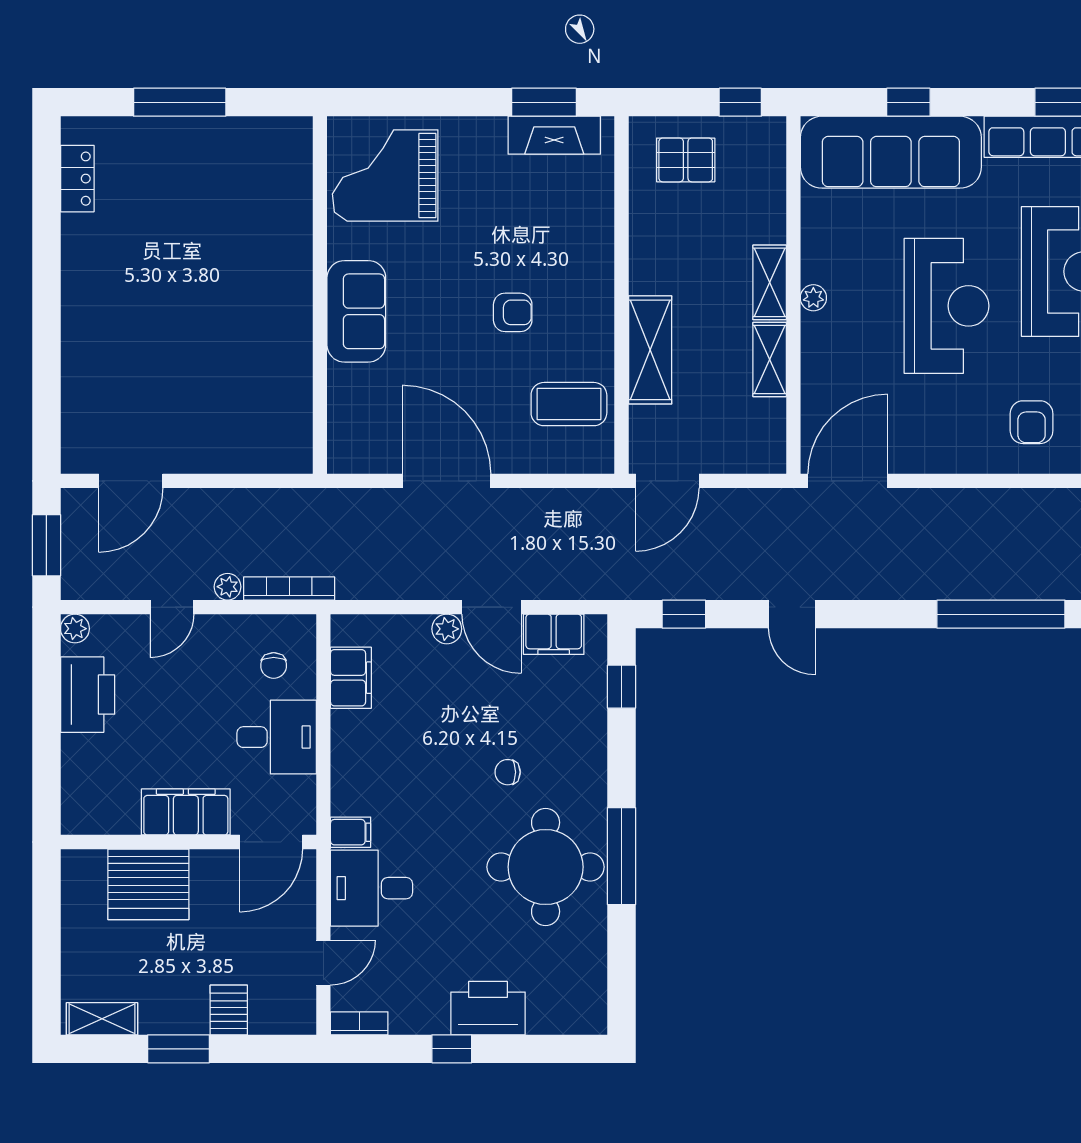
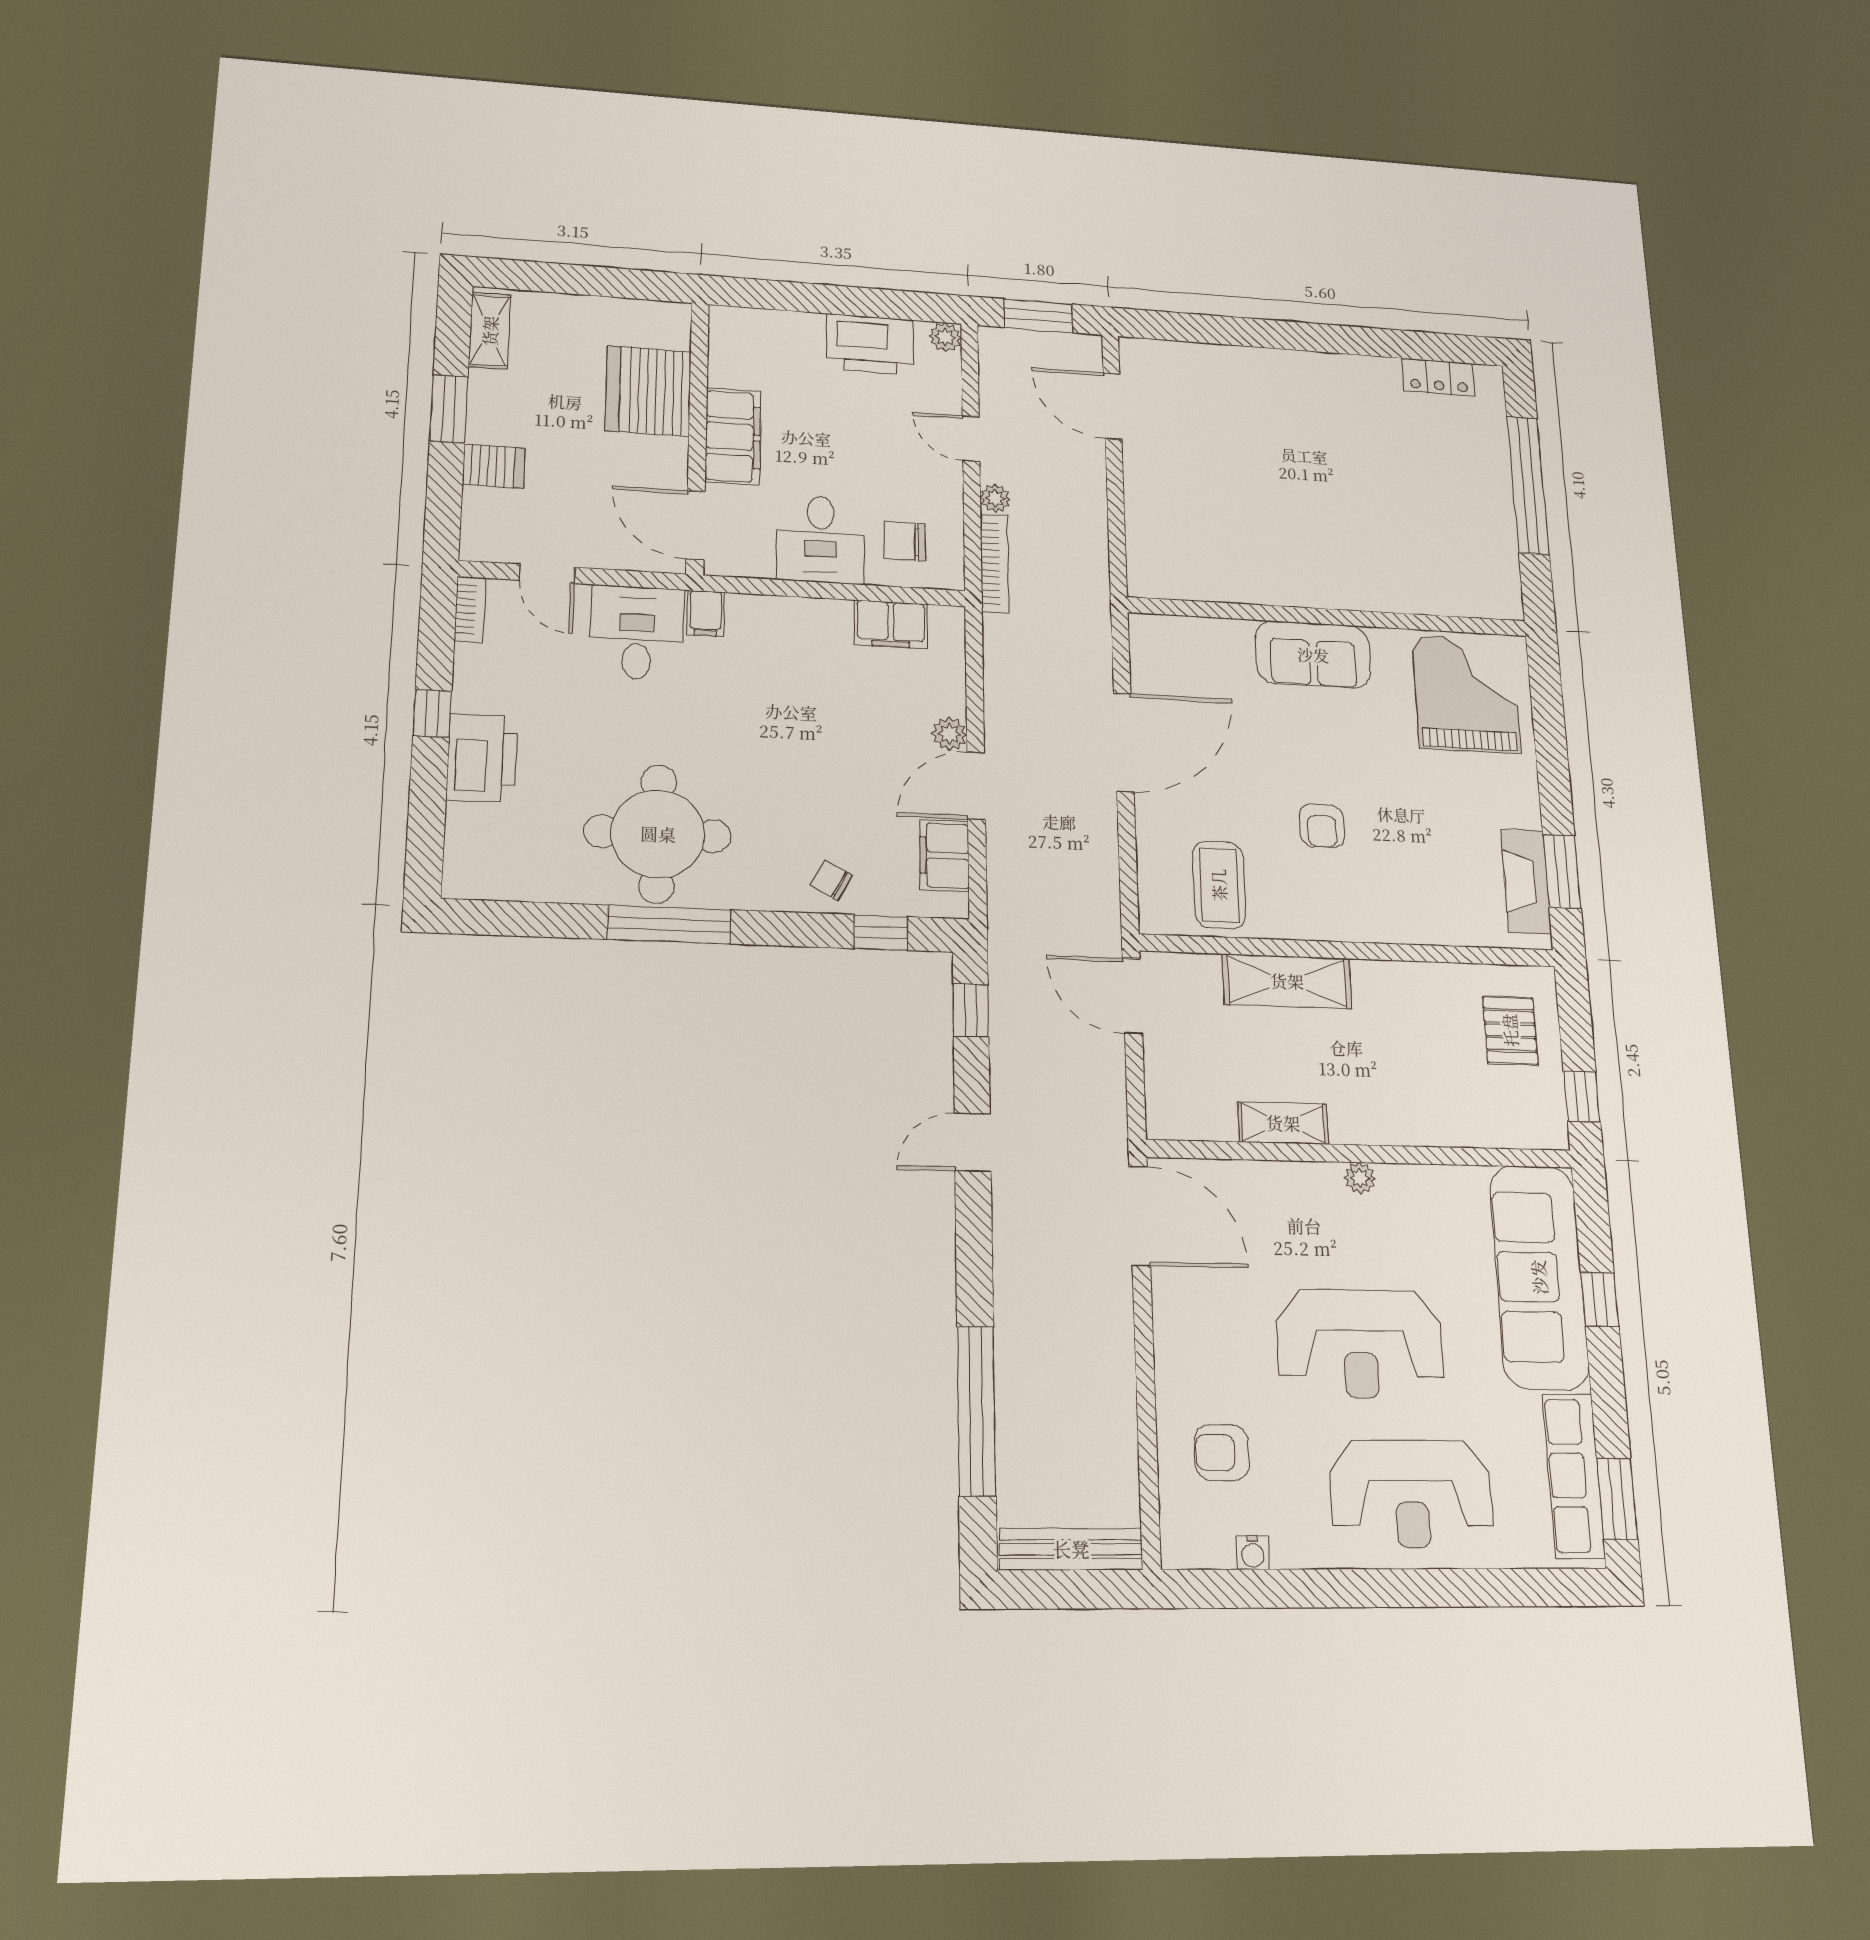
window: (180, 102) -> (1528, 485), width x1.46
shelving: (770, 282) -> (1375, 1125), removed
chair: (274, 666) -> (905, 541), width x1.37, depth x1.37
chair: (508, 772) -> (831, 880), moved, turned -61

